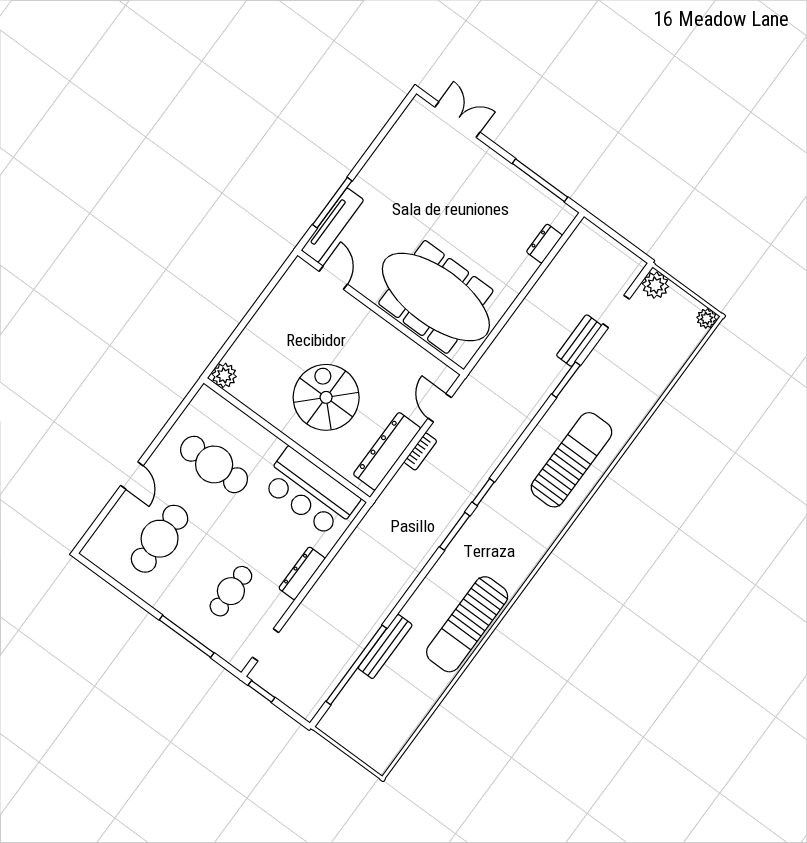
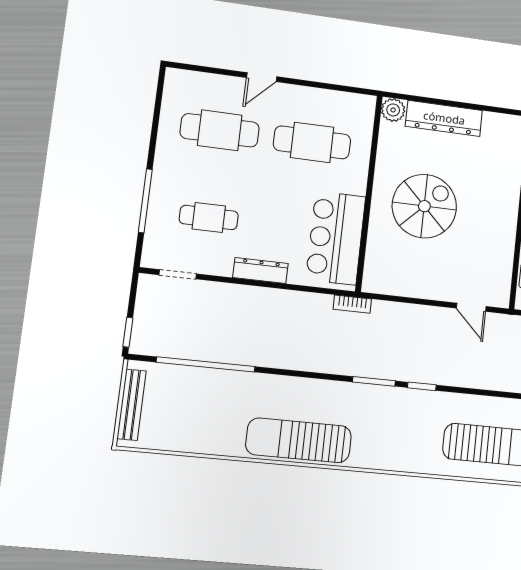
door: (440, 408) -> (471, 307), swing flipped
dresser: (387, 451) -> (444, 118), moved, turned 180
bookcase: (420, 451) -> (352, 304), moved
cafe table: (214, 464) -> (312, 142), turned 90
bench: (385, 647) -> (132, 405), moved, turned 90
window: (262, 691) -> (128, 332), moved

